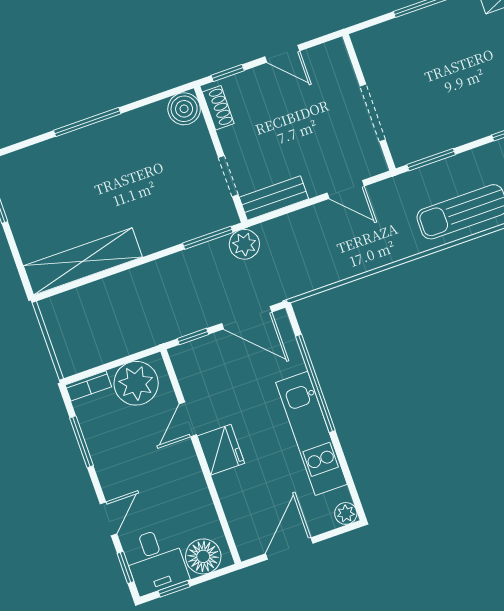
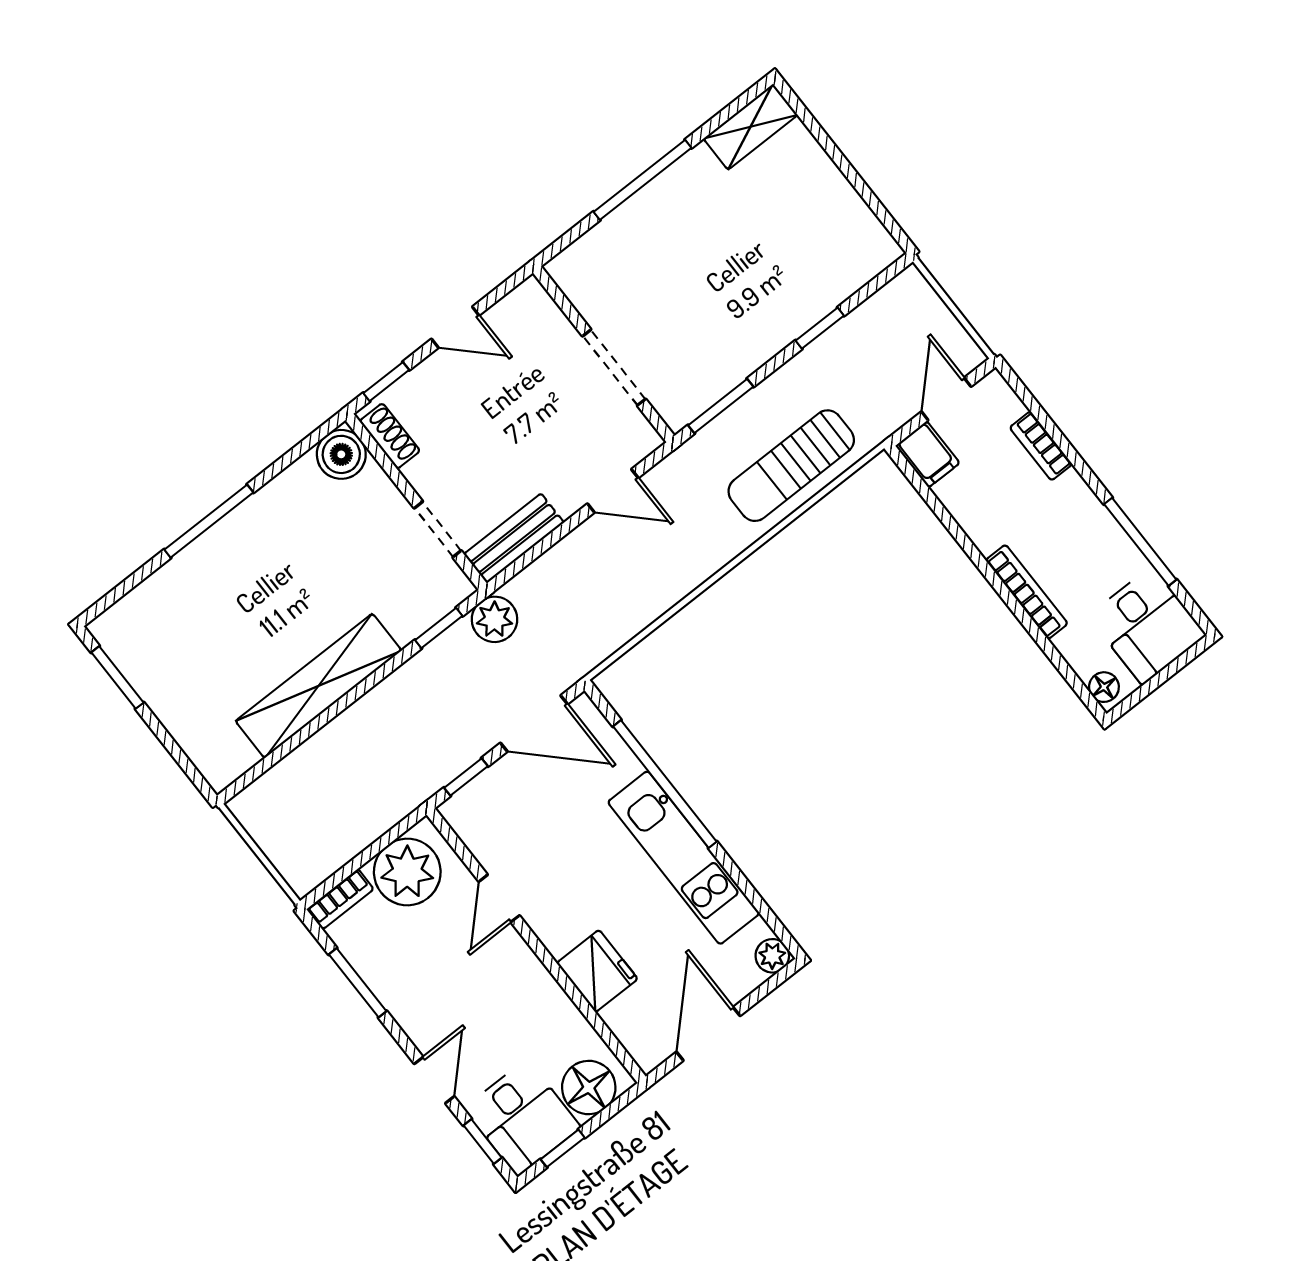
window: (208, 238) -> (439, 628), width x0.67
shelving: (83, 261) -> (318, 686), moved
fridge: (221, 450) -> (597, 971), moved

